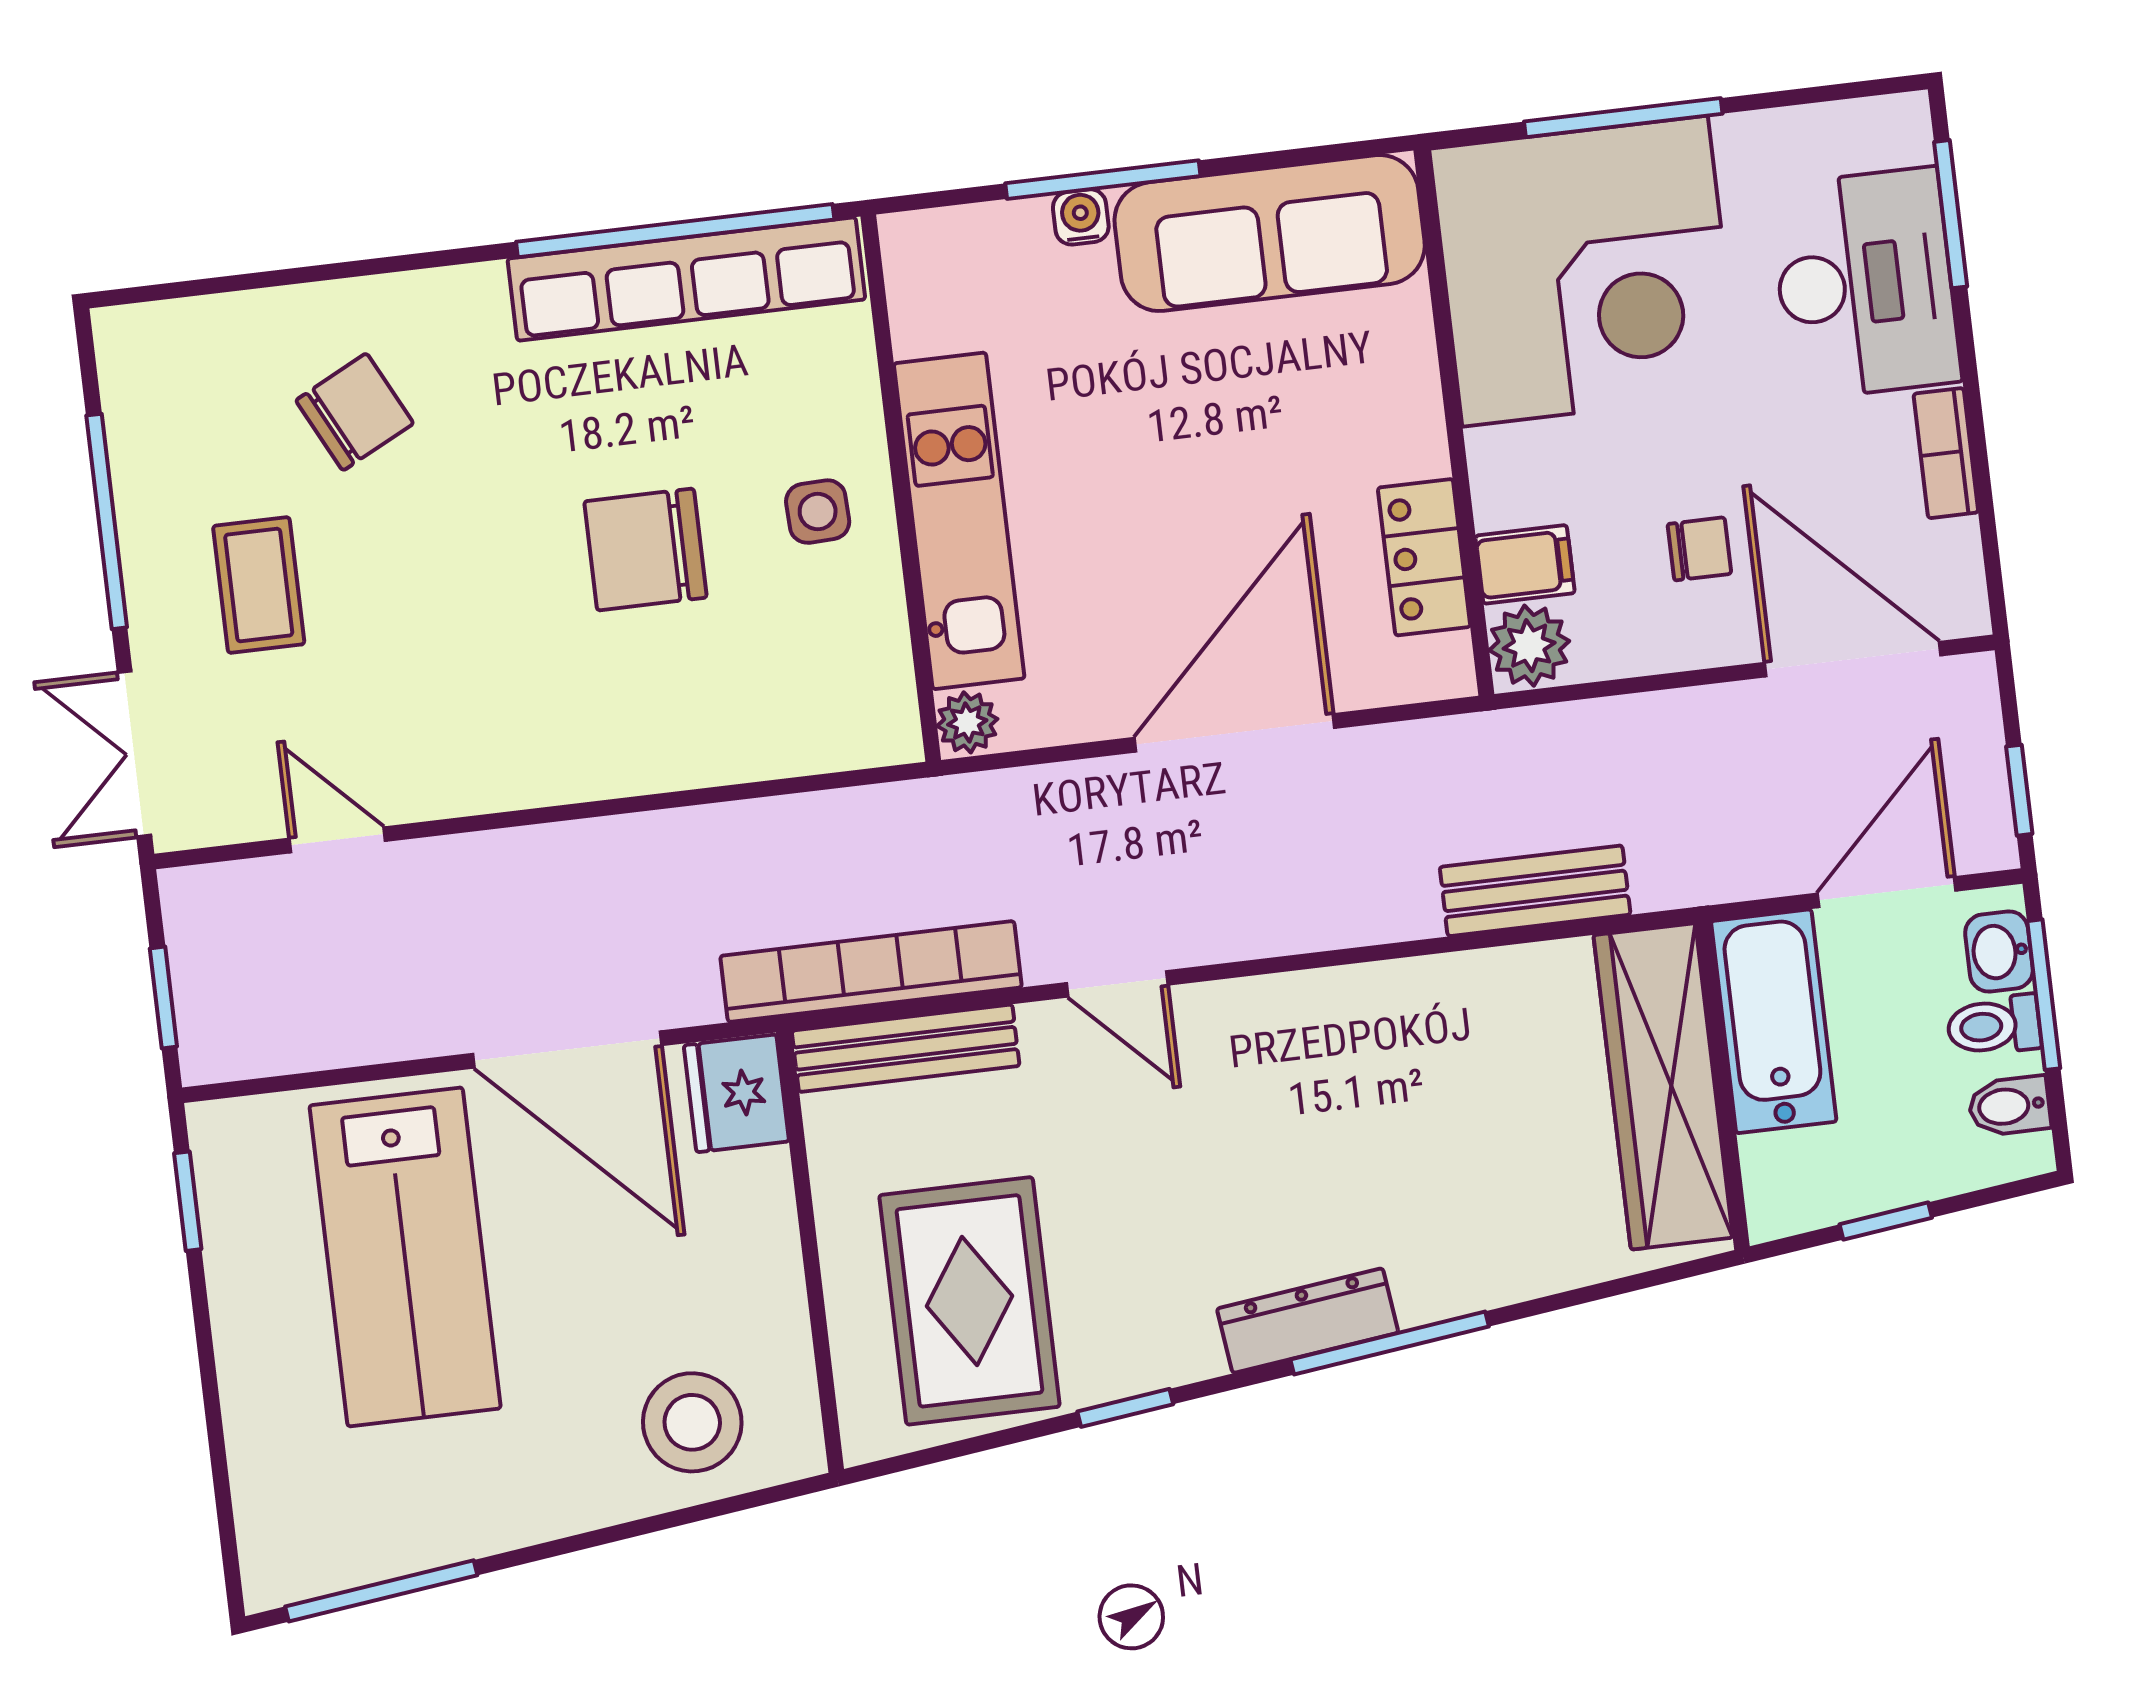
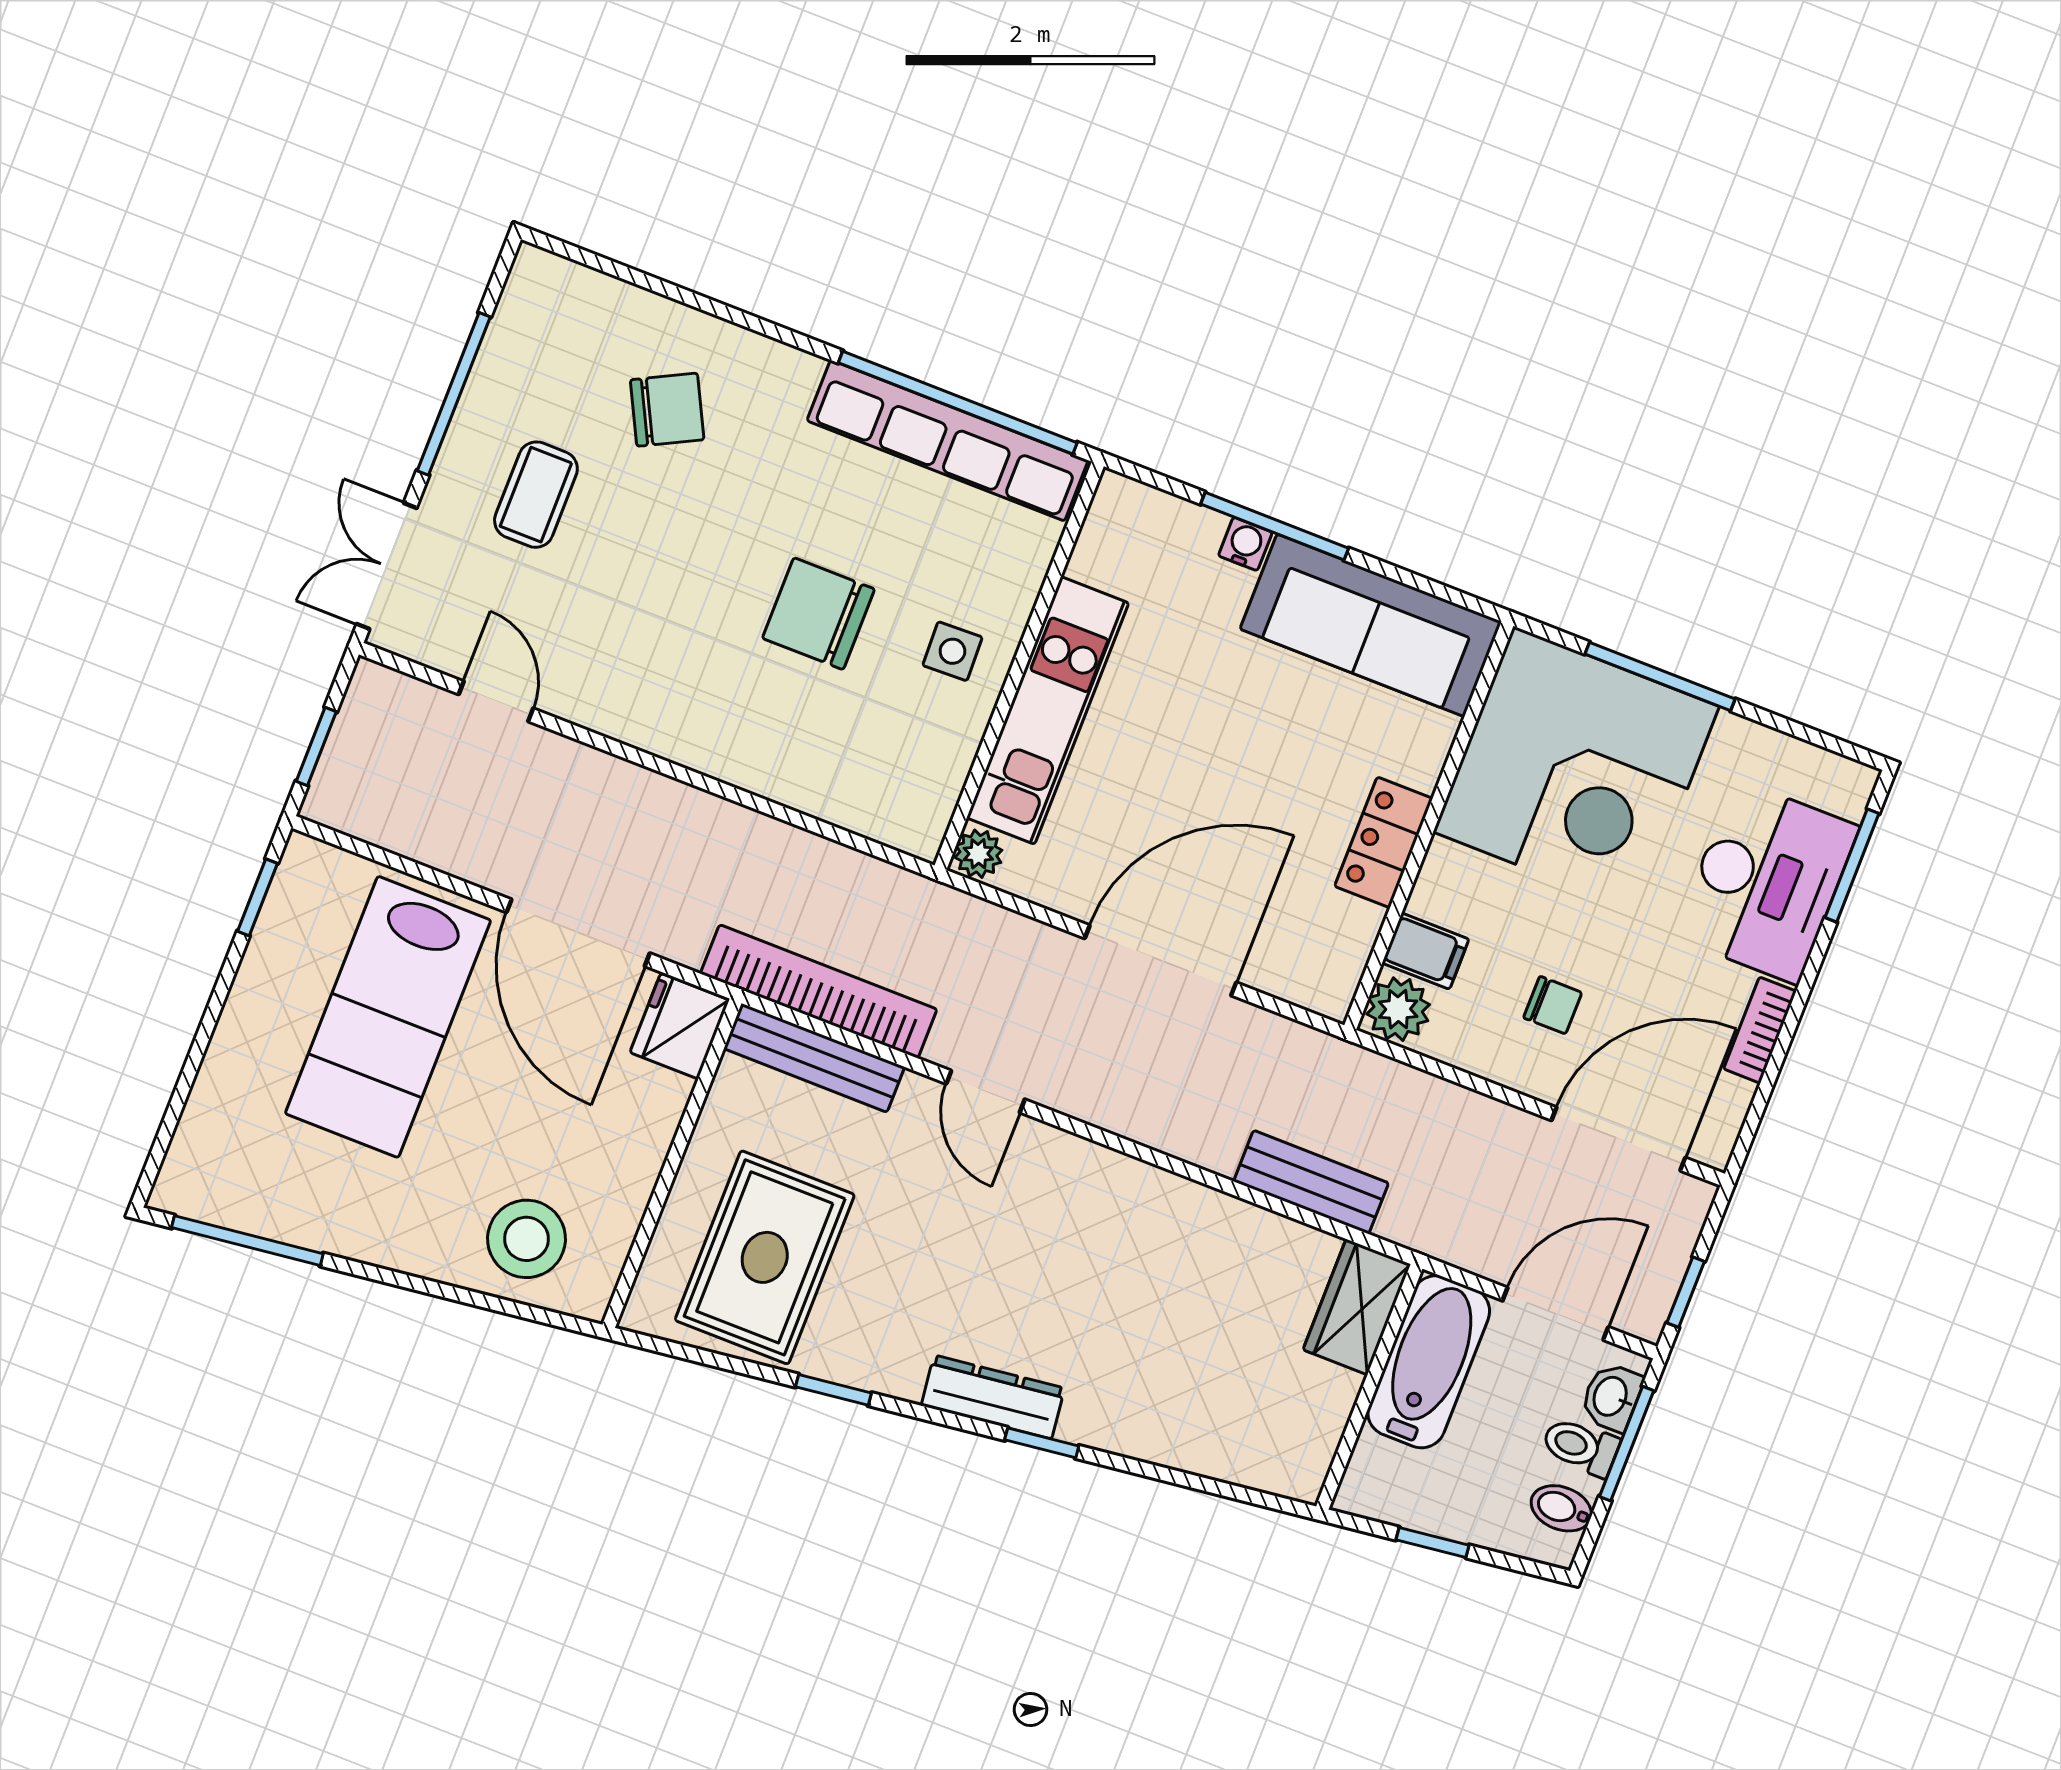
locker: (1424, 557) -> (1384, 842), moved
door: (1853, 659) -> (1618, 1139), hinge flipped
wardrobe: (1663, 1086) -> (1357, 1307), width x0.48, depth x0.85
window: (1390, 1343) -> (1042, 1443), width x0.46

